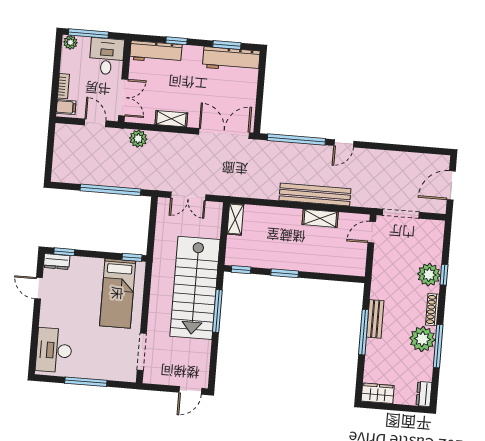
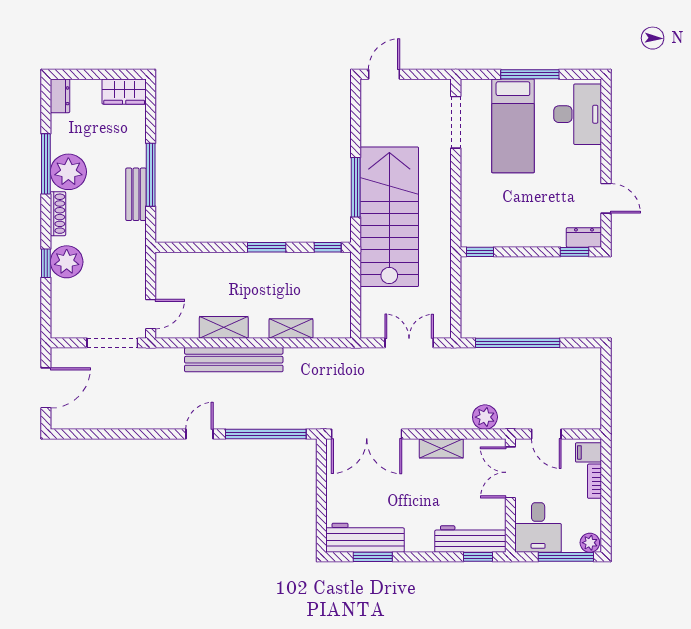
window: (177, 41) -> (478, 557), moved
shelving: (235, 219) -> (291, 329), moved, turned 90
bed: (118, 293) -> (513, 126), moved, turned 180

